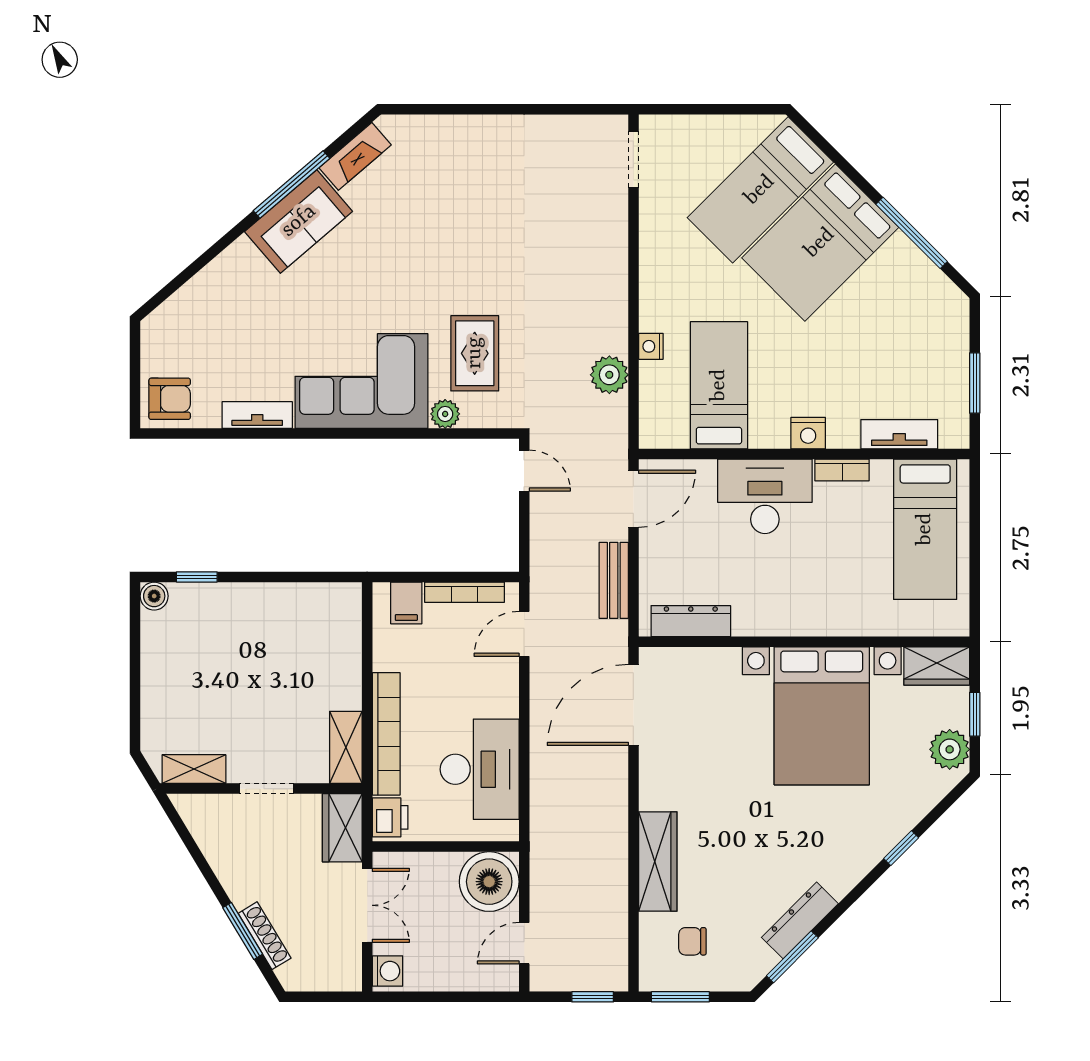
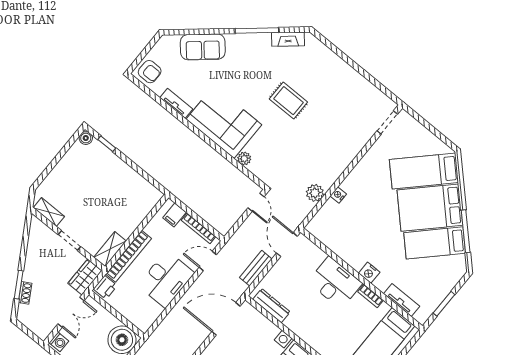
sofa: (299, 221) -> (203, 47), moved
rug: (475, 353) -> (288, 101), moved, turned 90
bed: (719, 385) -> (435, 243), moved, turned -135
door: (633, 499) -> (287, 245), swing flipped
desk: (480, 769) -> (166, 279), moved
shoe rack: (265, 936) -> (25, 293), width x0.70

